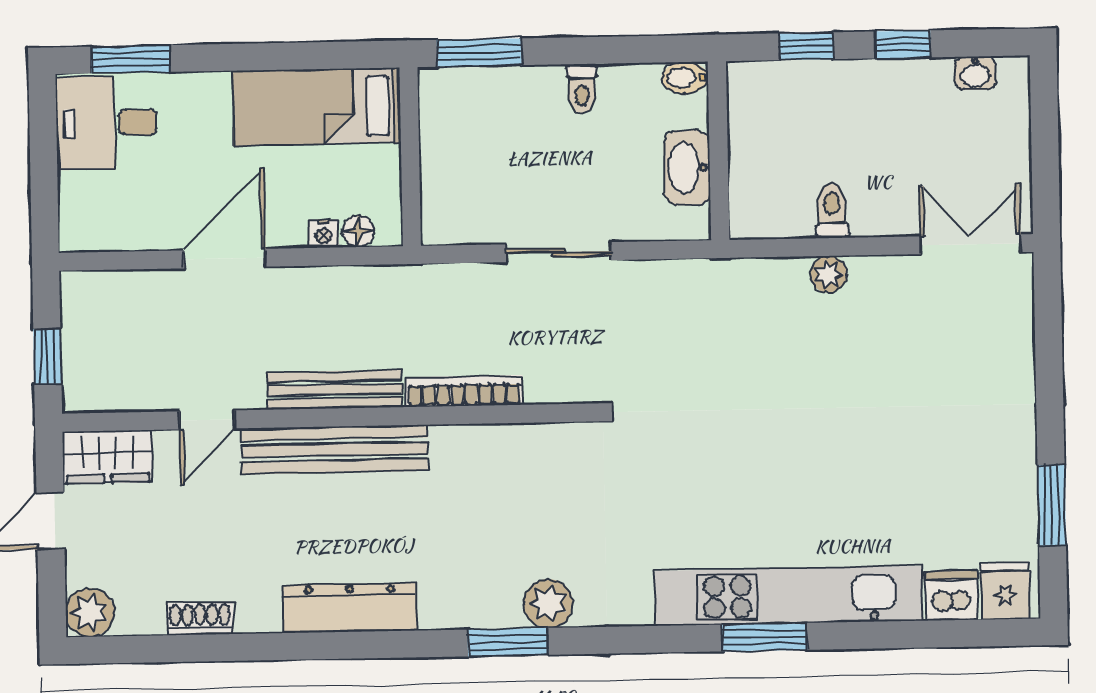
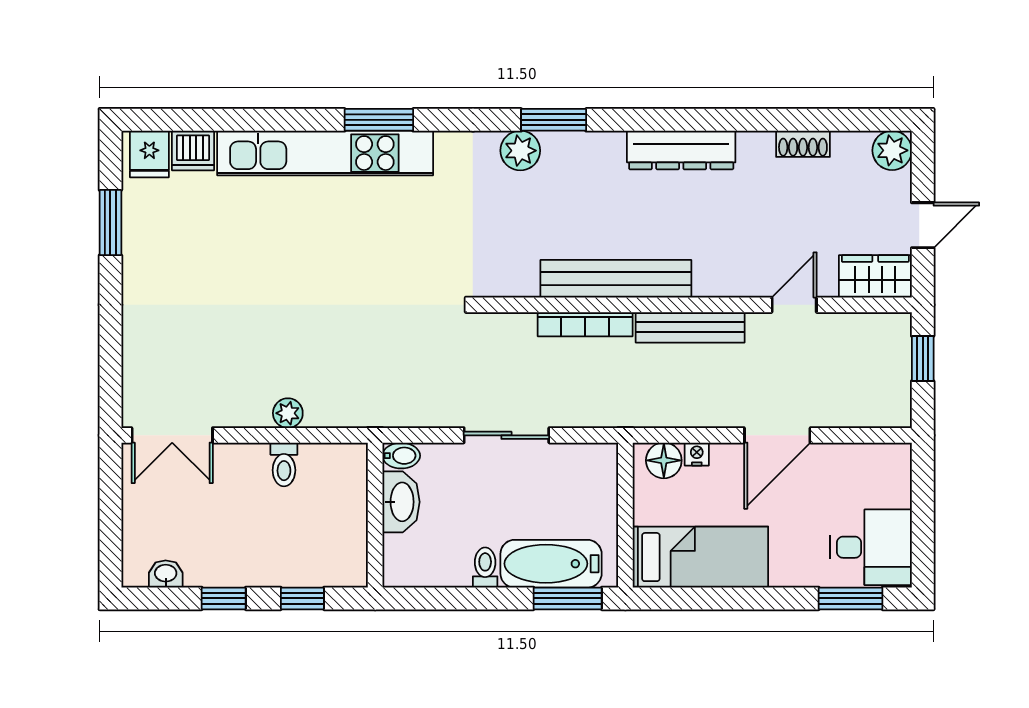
bidet: (685, 78) -> (401, 456), moved
bathtub: (501, 95) -> (551, 564), added
floor lamp: (358, 231) -> (664, 460), width x1.37, depth x1.37
bench: (334, 450) -> (616, 279), moved
window: (765, 637) -> (379, 120), moved

